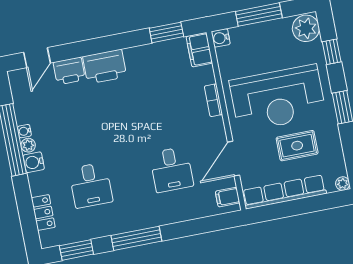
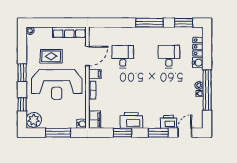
window: (166, 32) -> (123, 133), moved
window: (83, 49) -> (158, 133), added
printer: (105, 67) -> (131, 120), moved
reception desk: (278, 98) -> (57, 85), turned 180
water cooler: (34, 162) -> (198, 63), moved
row of seats: (284, 192) -> (69, 32), width x0.73
filing cabinet: (228, 197) -> (95, 74), moved

